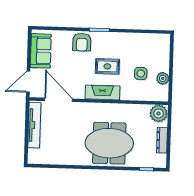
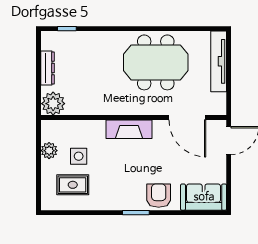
sofa: (41, 51) -> (204, 197), moved, turned 90
rug: (107, 66) -> (73, 185), moved
tv unit: (34, 125) -> (219, 61), moved
meeting table: (109, 143) -> (156, 62), moved

